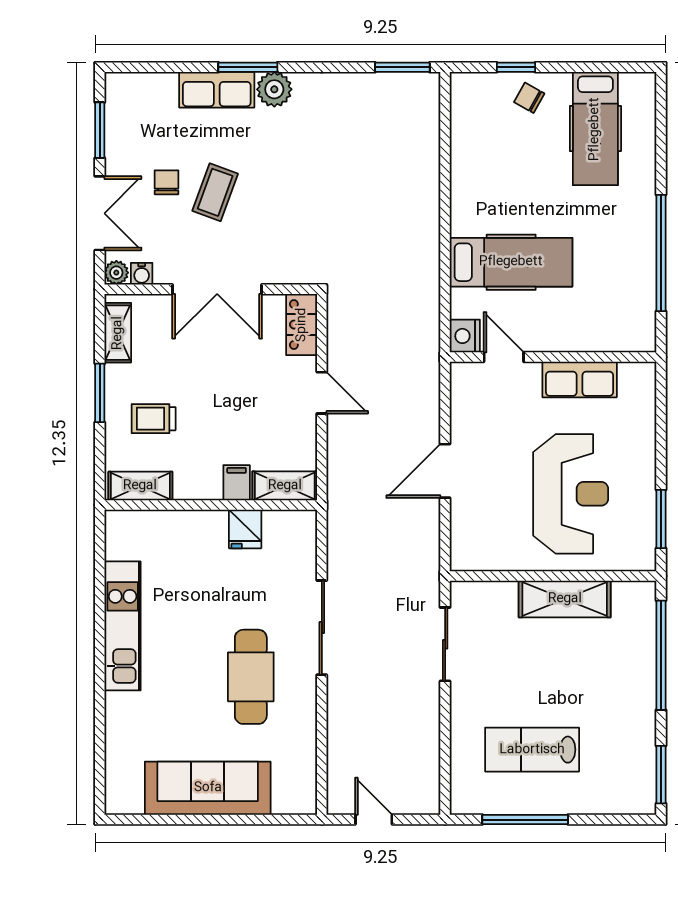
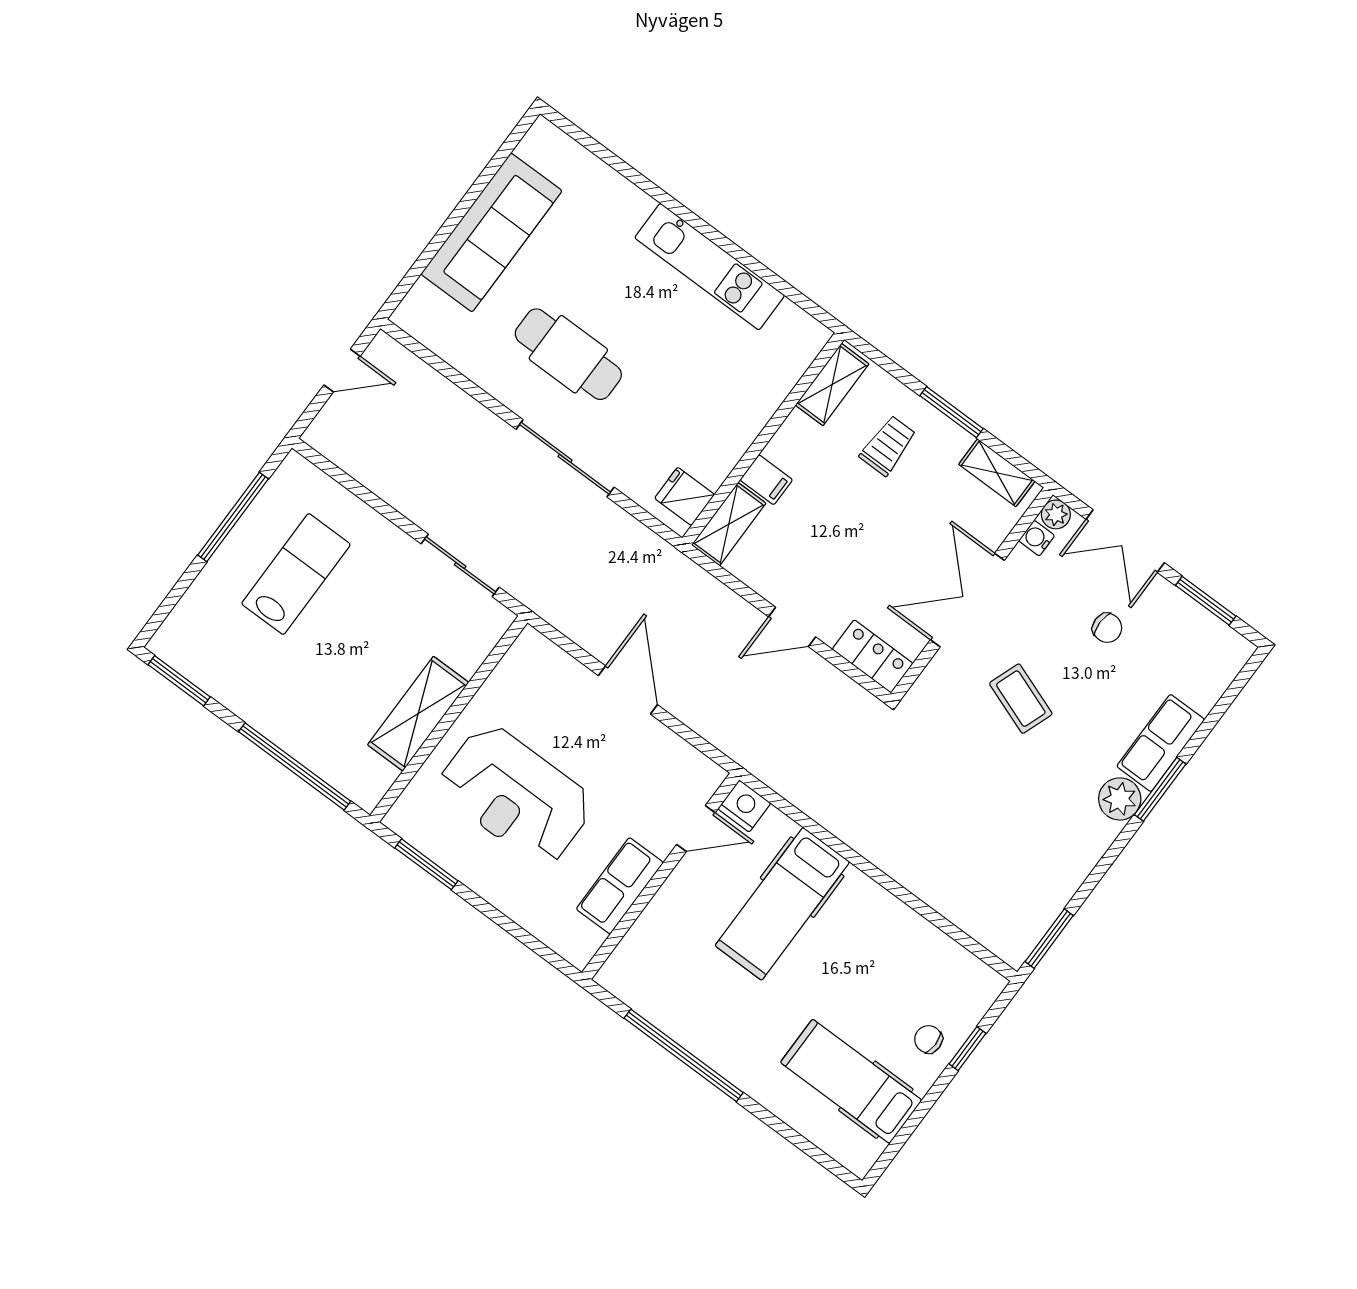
chair: (529, 98) -> (928, 1039), turned -119
coffee table: (215, 192) -> (1021, 699), moved
fridge: (245, 529) -> (685, 496), moved

